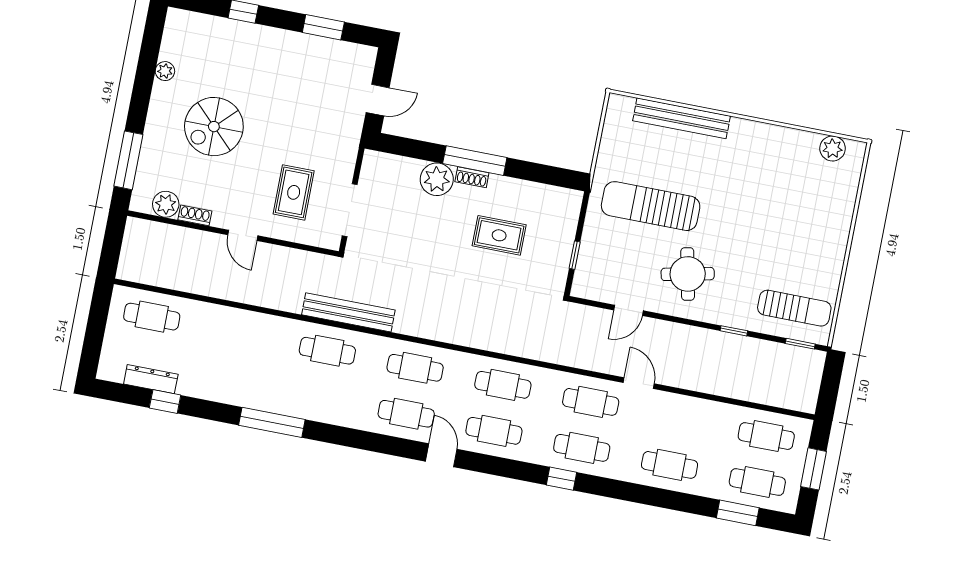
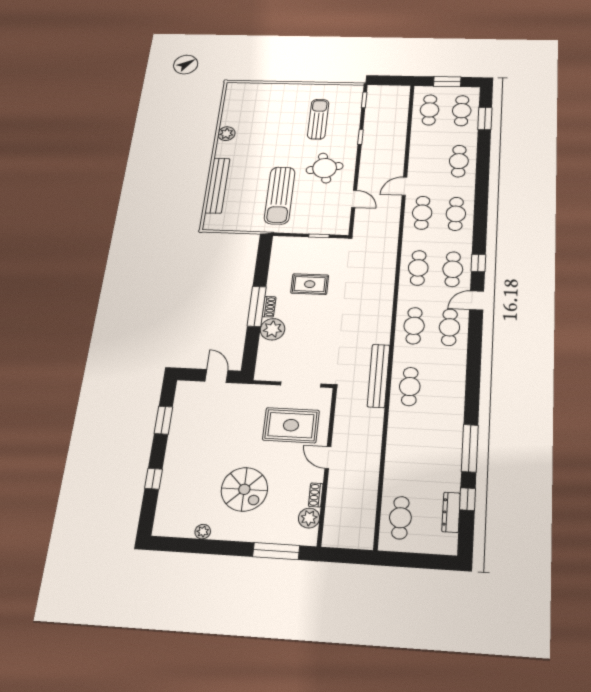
plant: (833, 148) -> (226, 134), moved
rug: (294, 192) -> (291, 425), width x1.36, depth x1.43
door: (243, 235) -> (328, 458), swing flipped
rug: (499, 235) -> (310, 284), turned 90
sun lounger: (794, 308) -> (318, 119), moved
window: (272, 422) -> (470, 448), moved
window: (561, 479) -> (478, 263), moved

